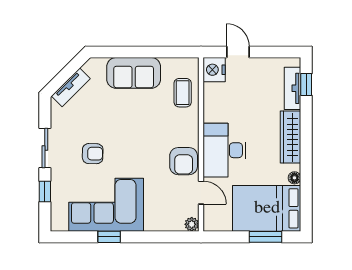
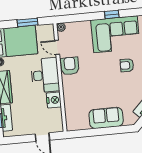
nightstand: (214, 70) -> (54, 100), moved
coffee table: (183, 93) -> (74, 108), removed
window: (265, 237) -> (27, 22), moved

